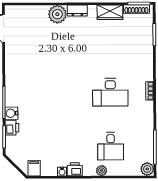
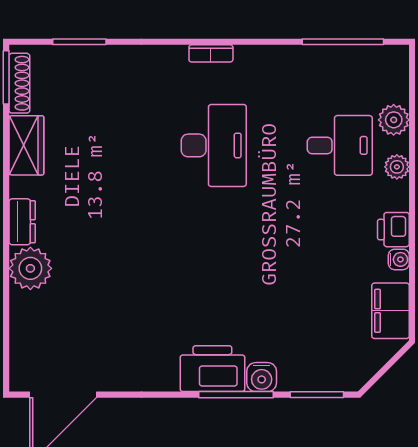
printer: (12, 128) -> (212, 369), moved, width x1.87, depth x1.48
filing cabinet: (34, 168) -> (391, 311), width x2.00
plant: (147, 169) -> (394, 120), moved

